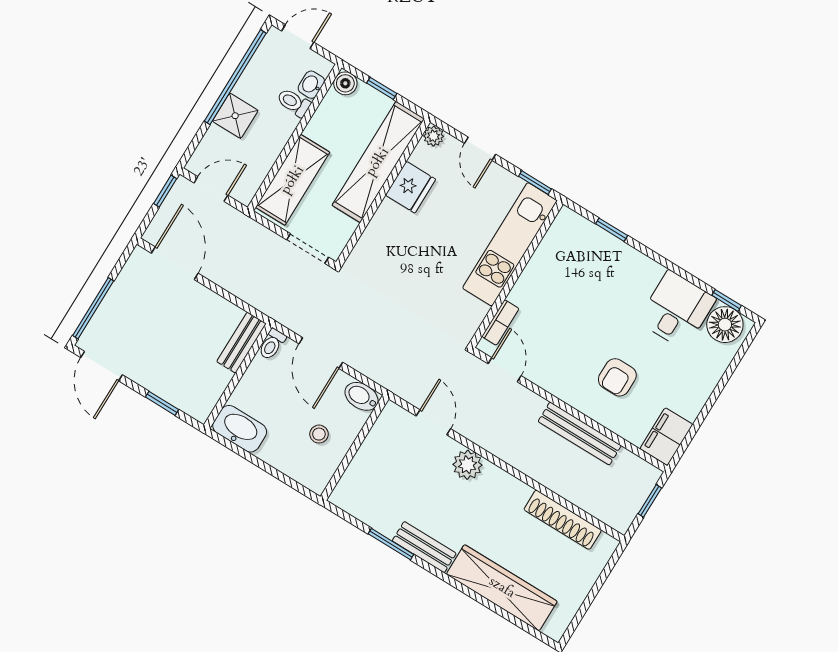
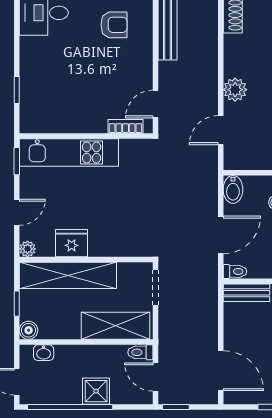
toilet: (294, 103) -> (140, 352), moved, turned 90
door: (175, 263) -> (221, 371), swing flipped

